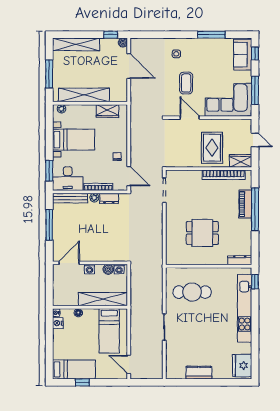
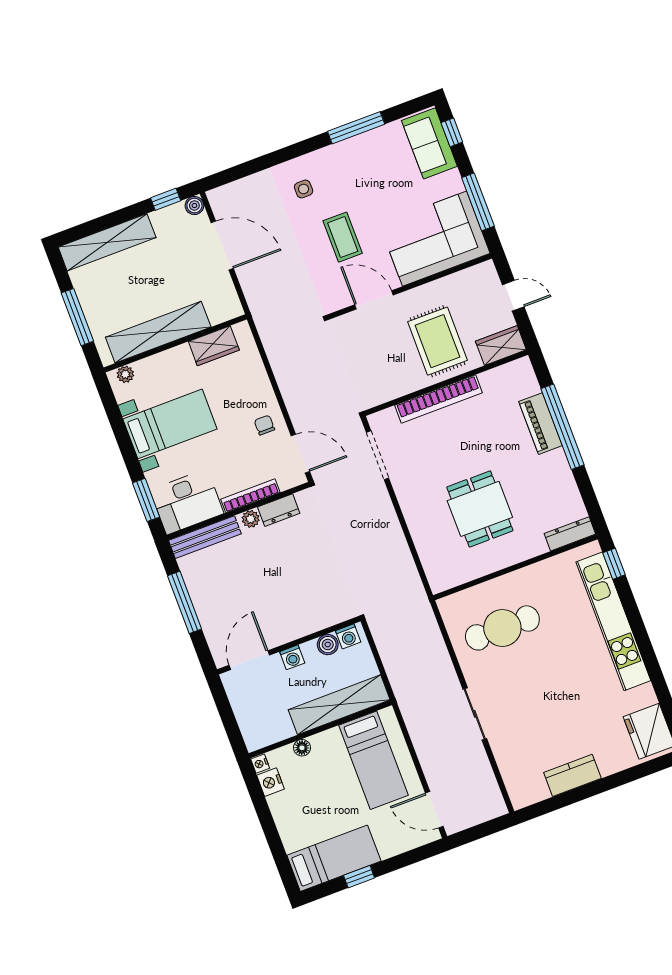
bookcase: (224, 175) -> (439, 399), moved
dining table: (202, 233) -> (480, 509), turned 90

